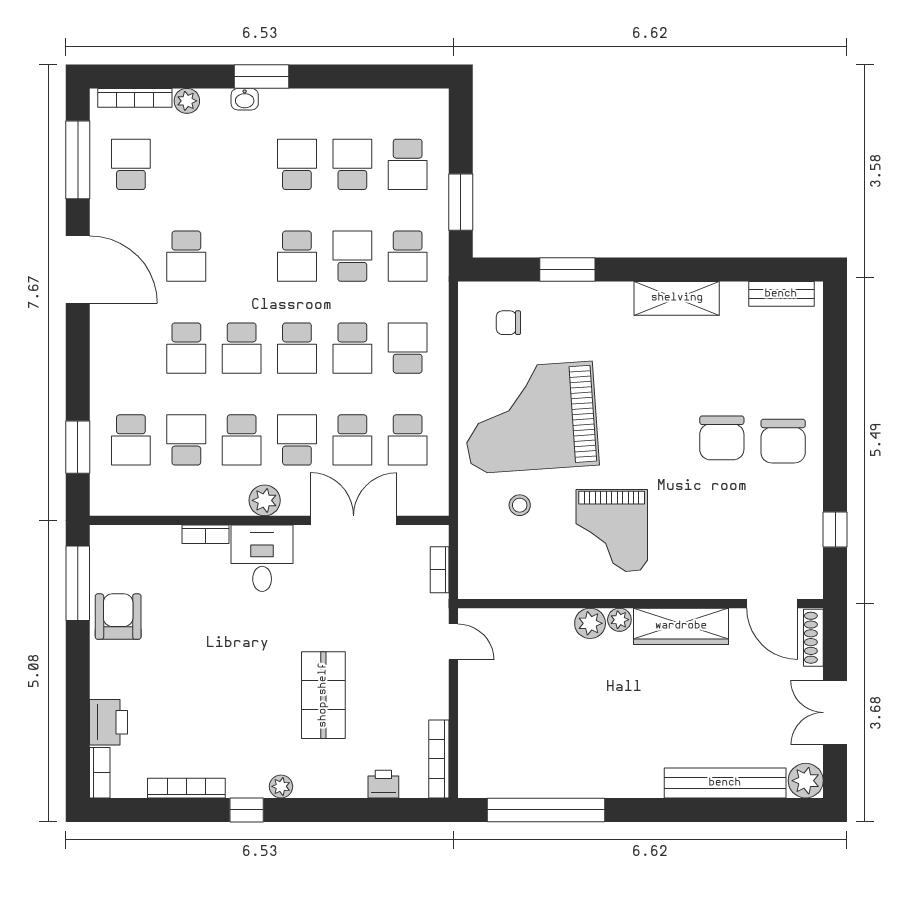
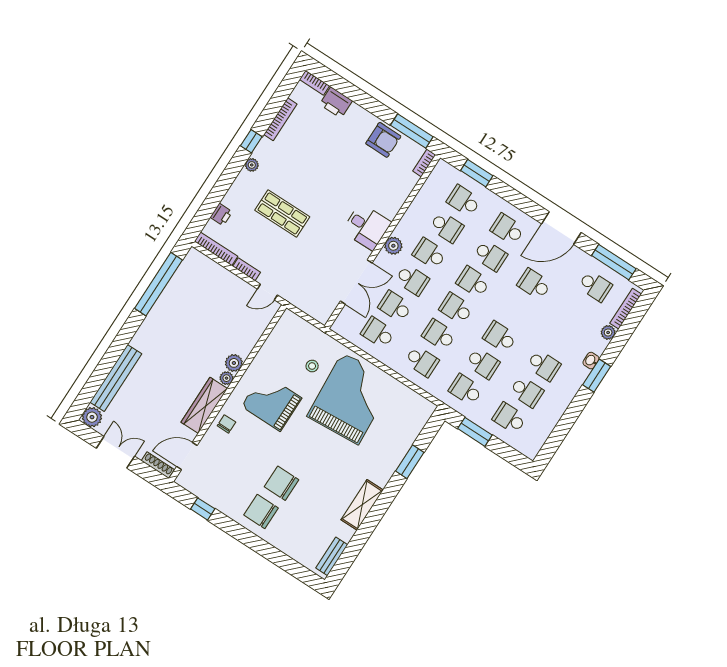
chair: (508, 323) -> (226, 424), moved
school desk: (131, 348) -> (507, 229), added
school desk: (186, 348) -> (490, 256), turned 180
bookcase: (205, 534) -> (424, 163), moved
bookcase: (440, 570) -> (247, 269), moved

